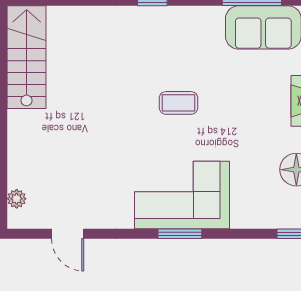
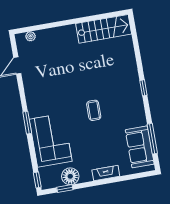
corner sofa: (182, 195) -> (51, 140), moved

